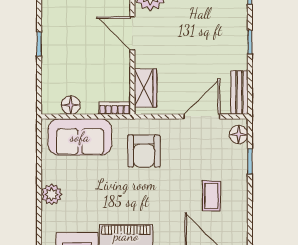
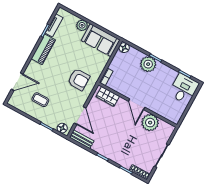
door: (132, 33) -> (137, 104), swing flipped
plant: (56, 51) -> (148, 64), added
floor lamp: (71, 105) -> (124, 48), moved
sofa: (80, 137) -> (101, 40), moved, turned -90
armchair: (144, 151) -> (79, 80), turned 180

